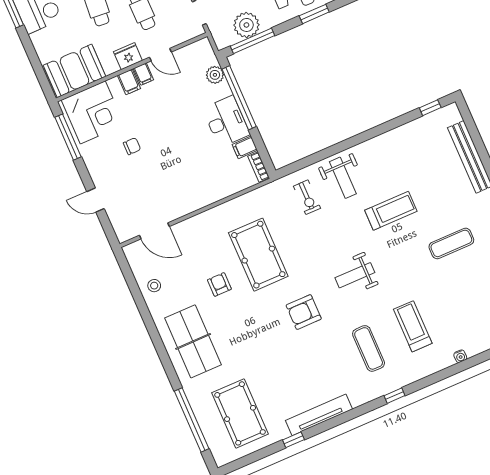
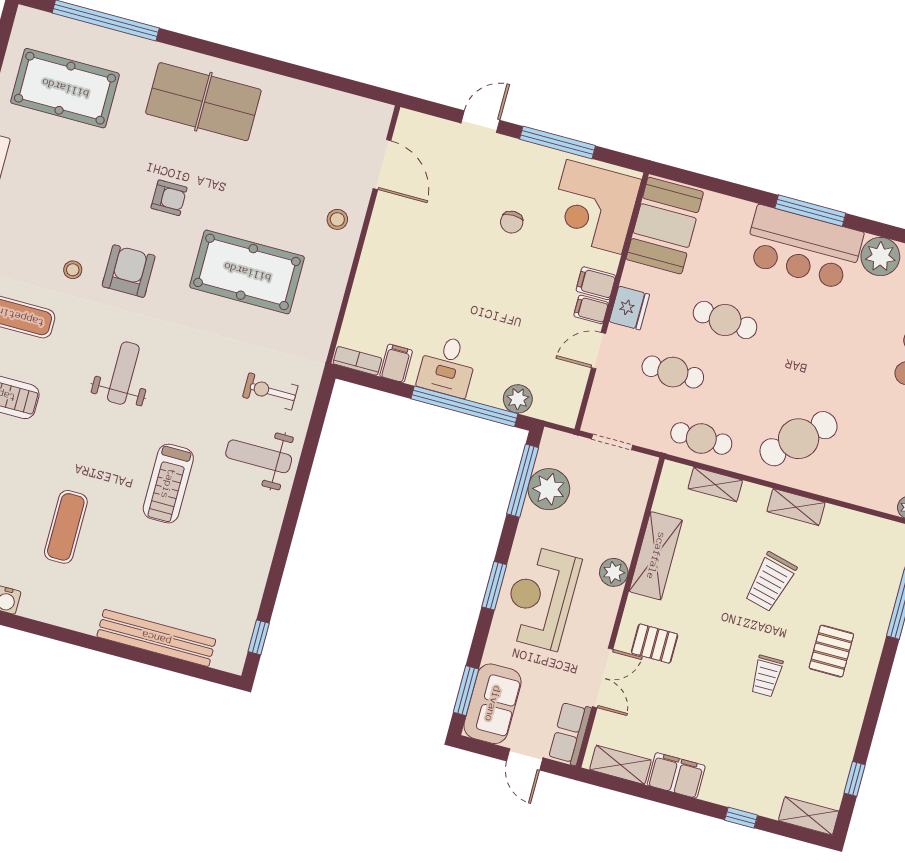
desk: (226, 122) -> (447, 366), width x0.73
window: (68, 137) -> (558, 142), moved
door: (154, 231) -> (382, 165), swing flipped
armchair: (219, 284) -> (169, 198), moved
stool: (154, 286) -> (337, 219), moved
stool: (325, 340) -> (73, 270), added

